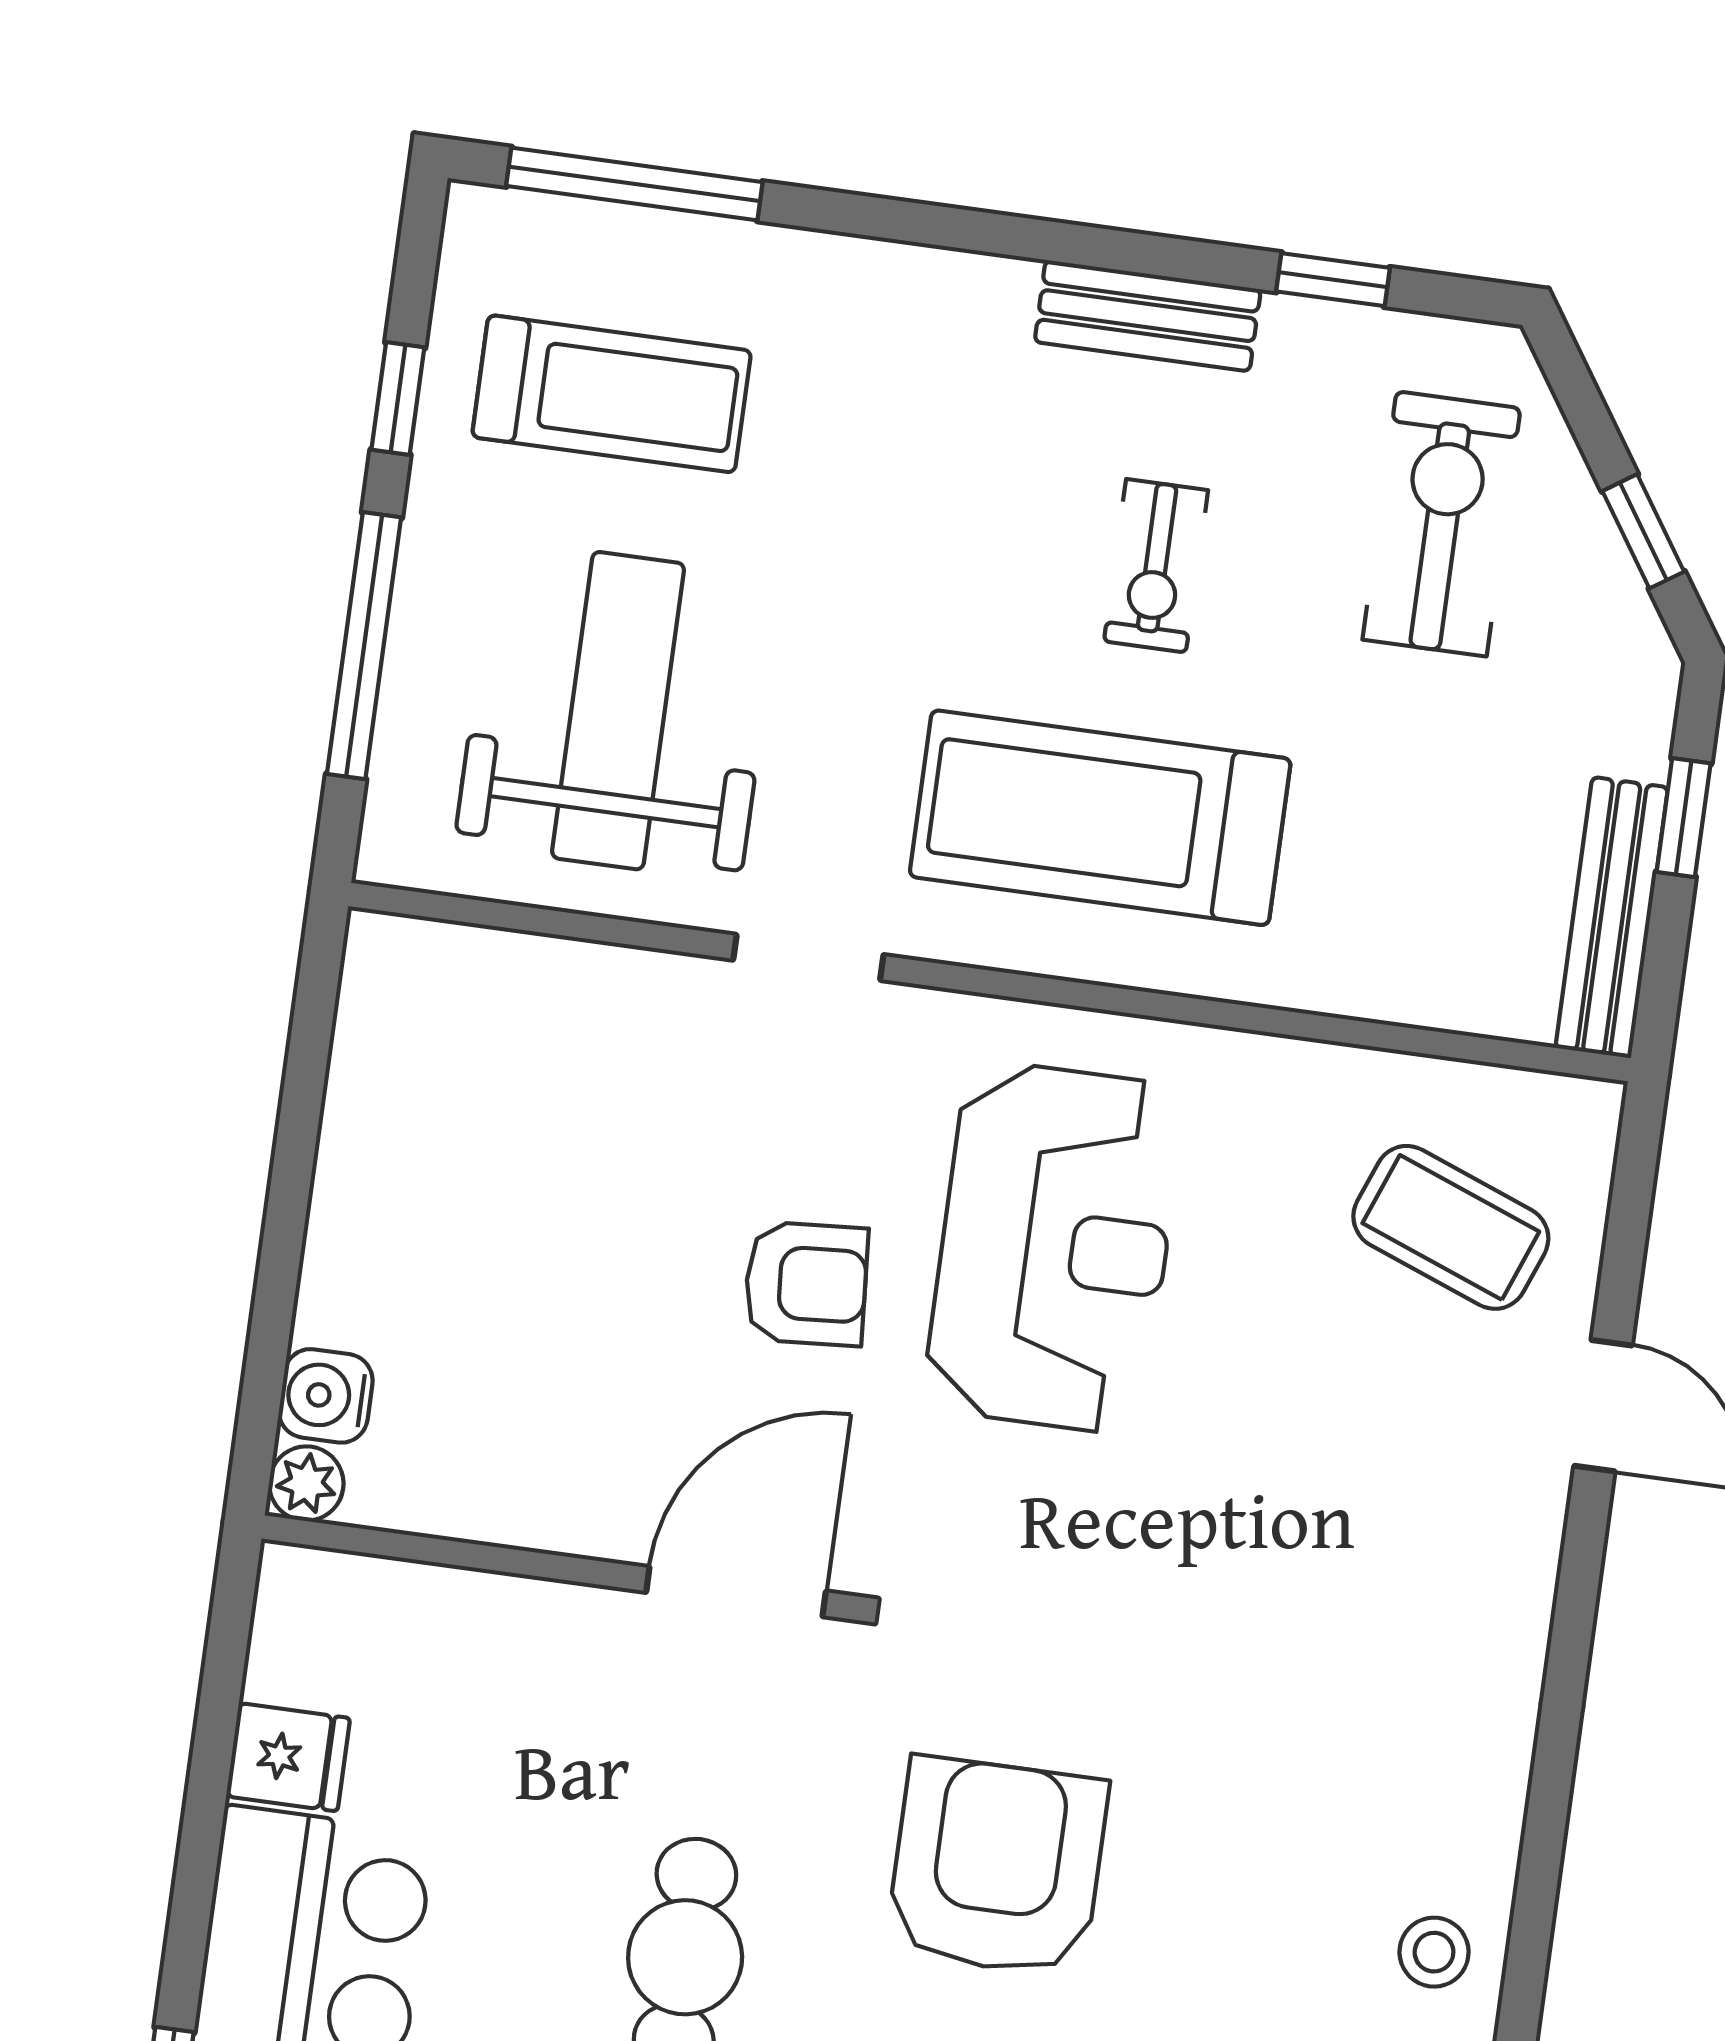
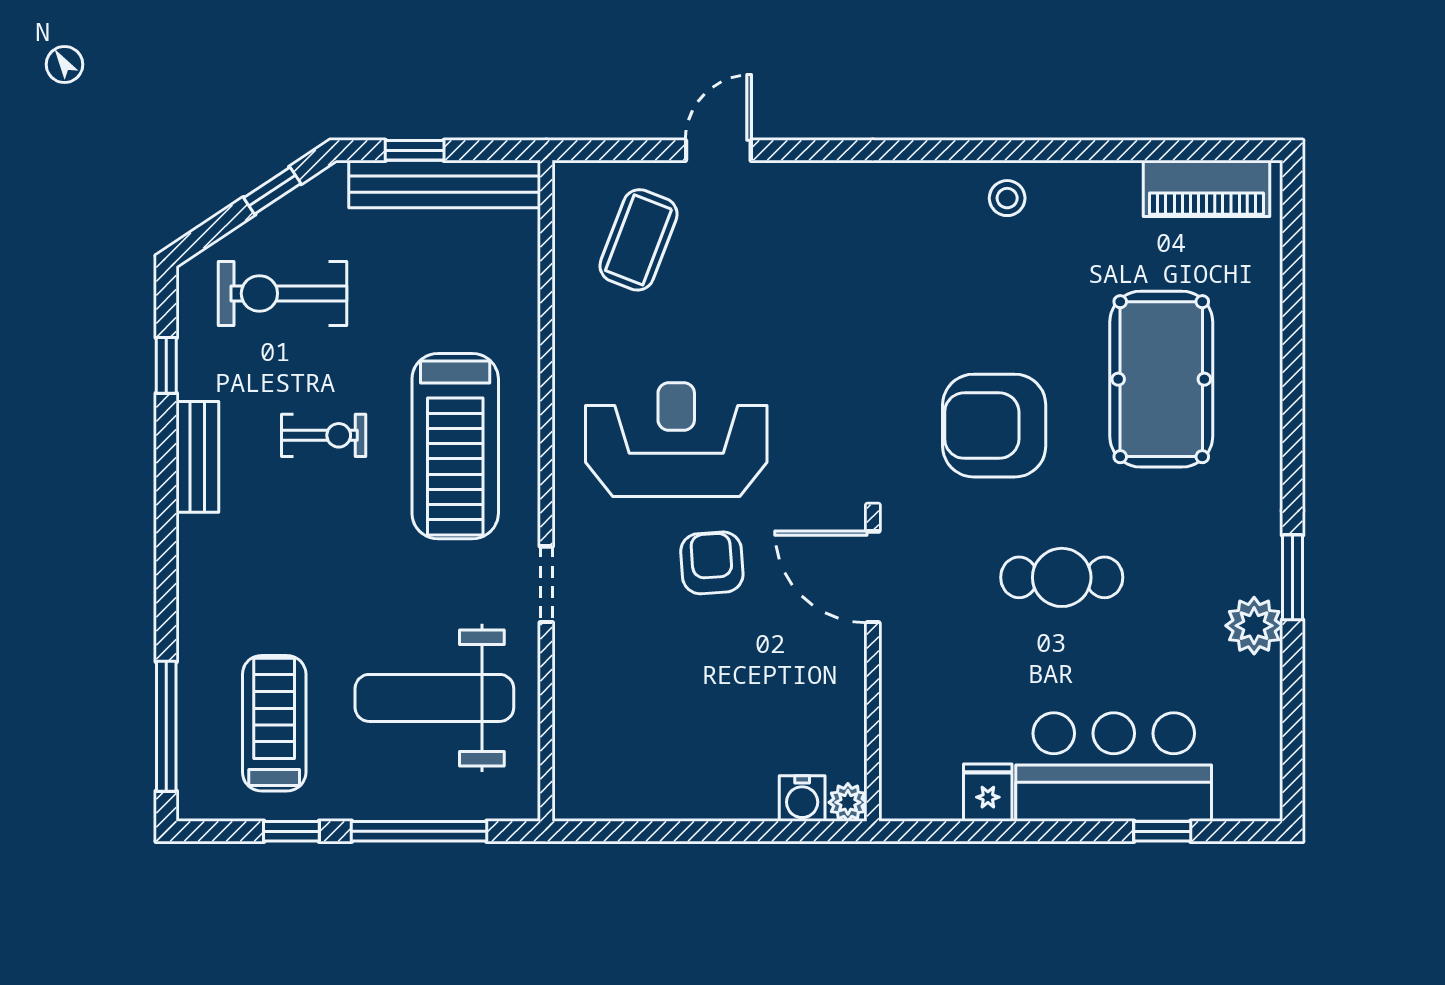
bench: (1612, 918) -> (445, 184), width x1.37, depth x1.21

